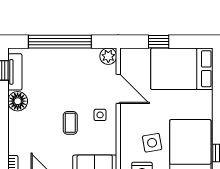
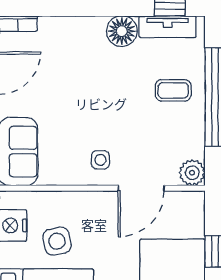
coffee table: (70, 123) -> (173, 90), moved

